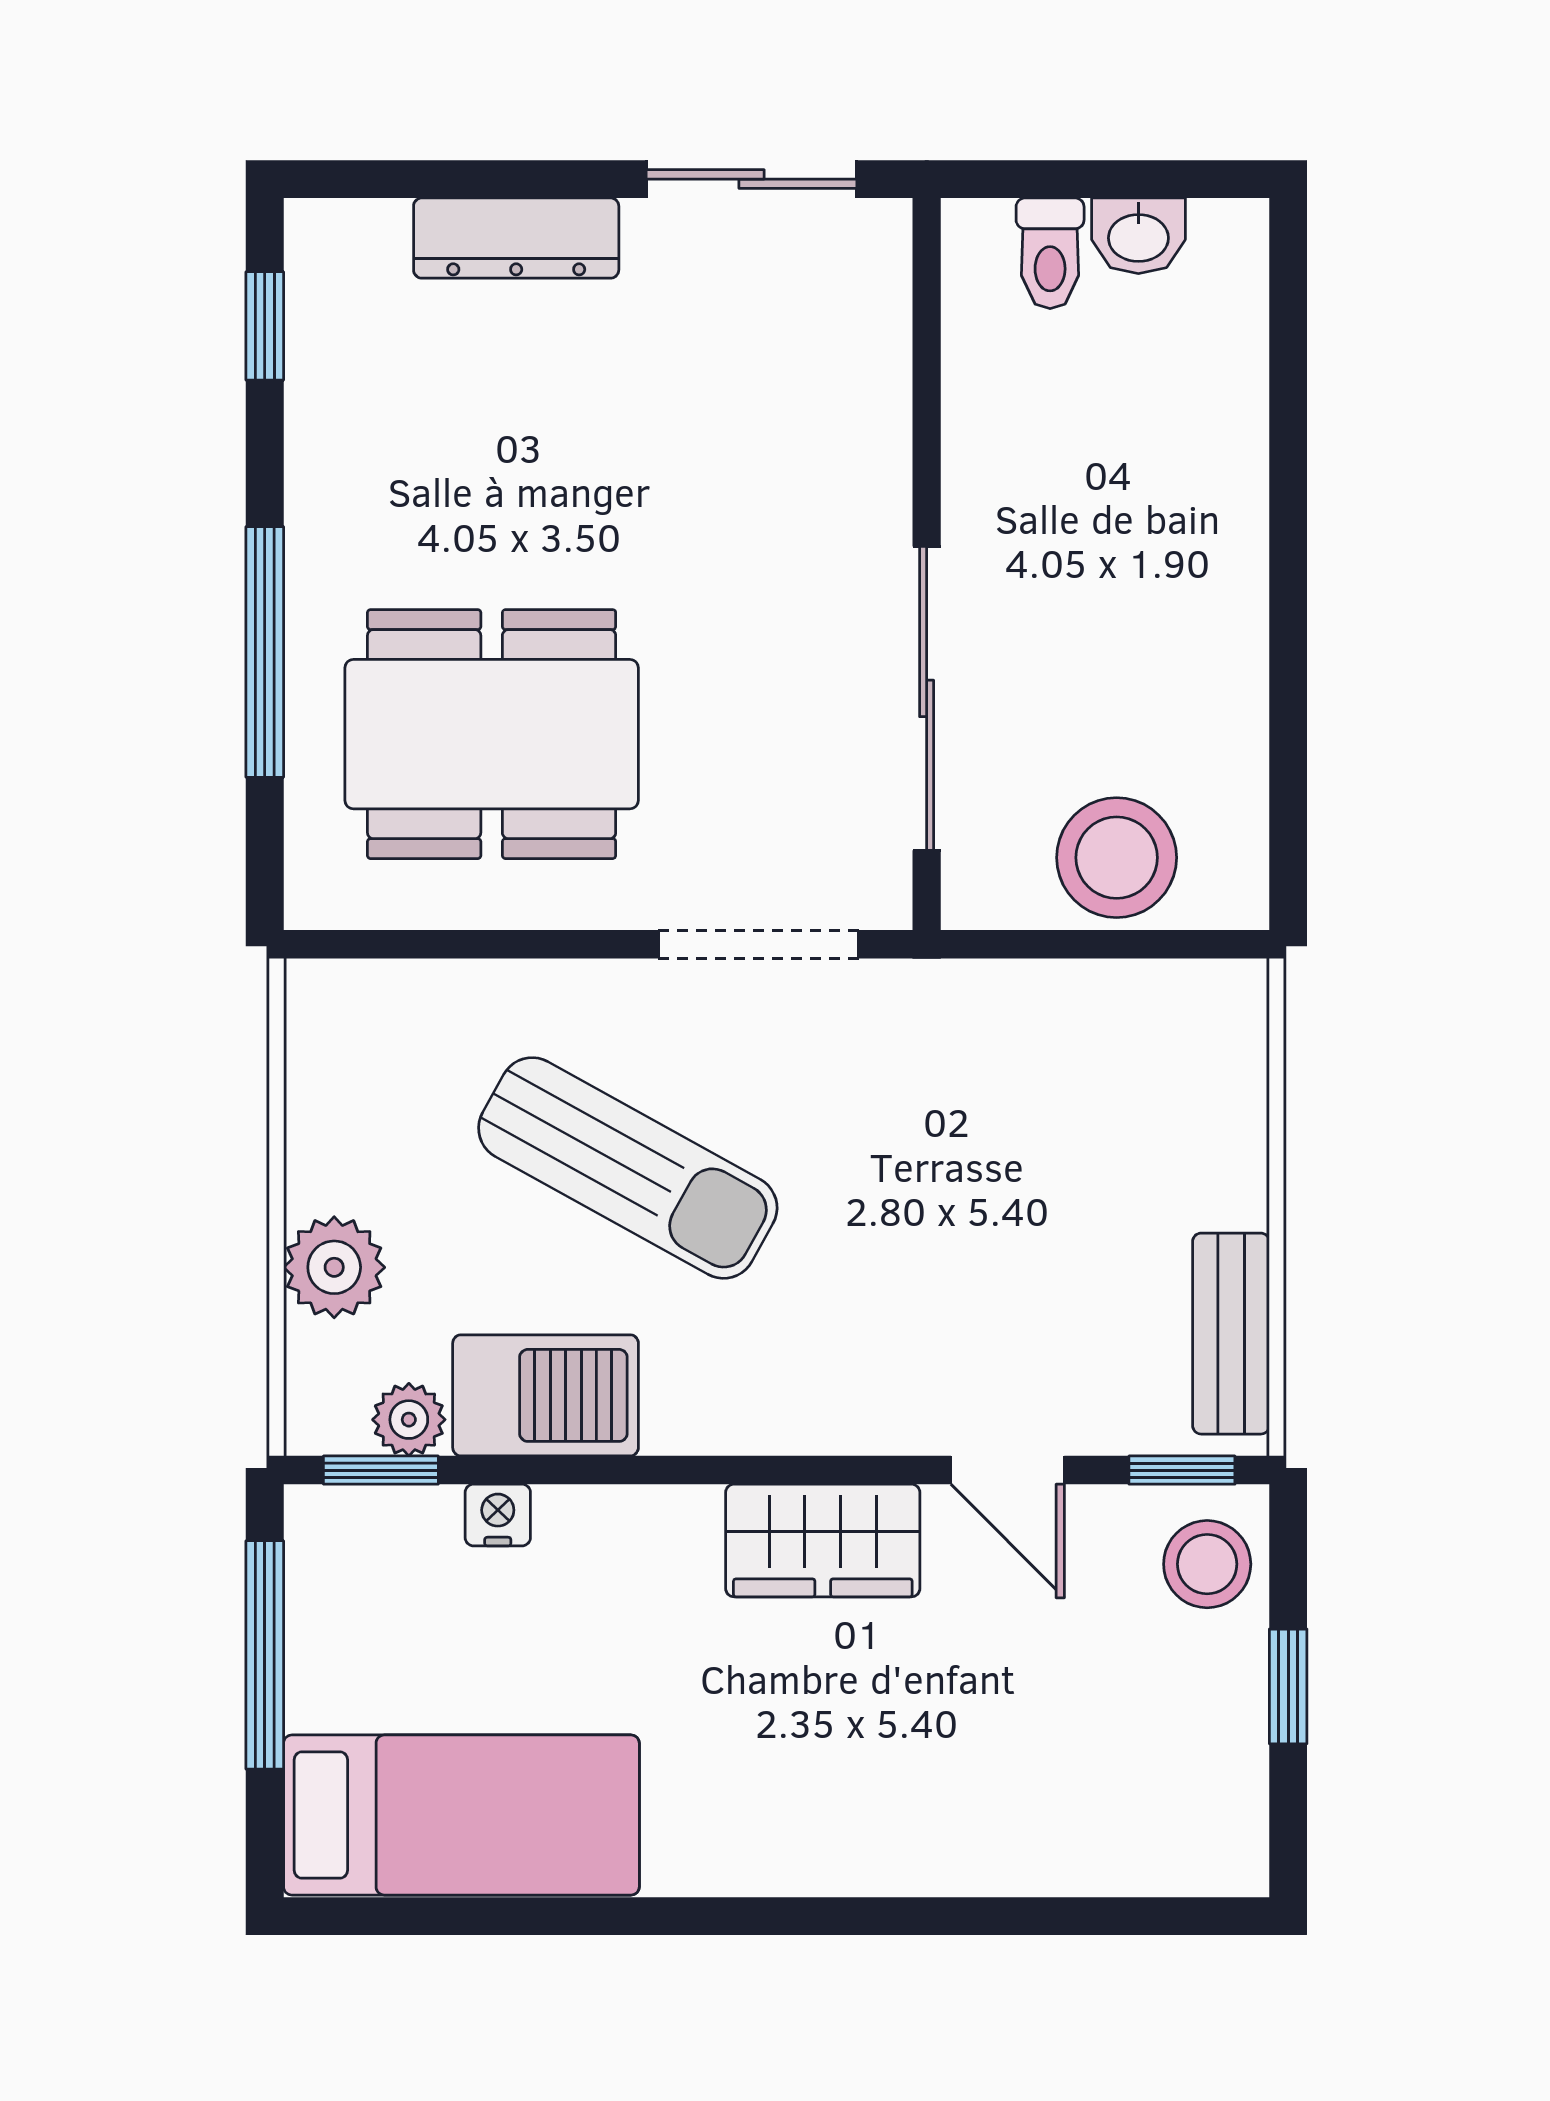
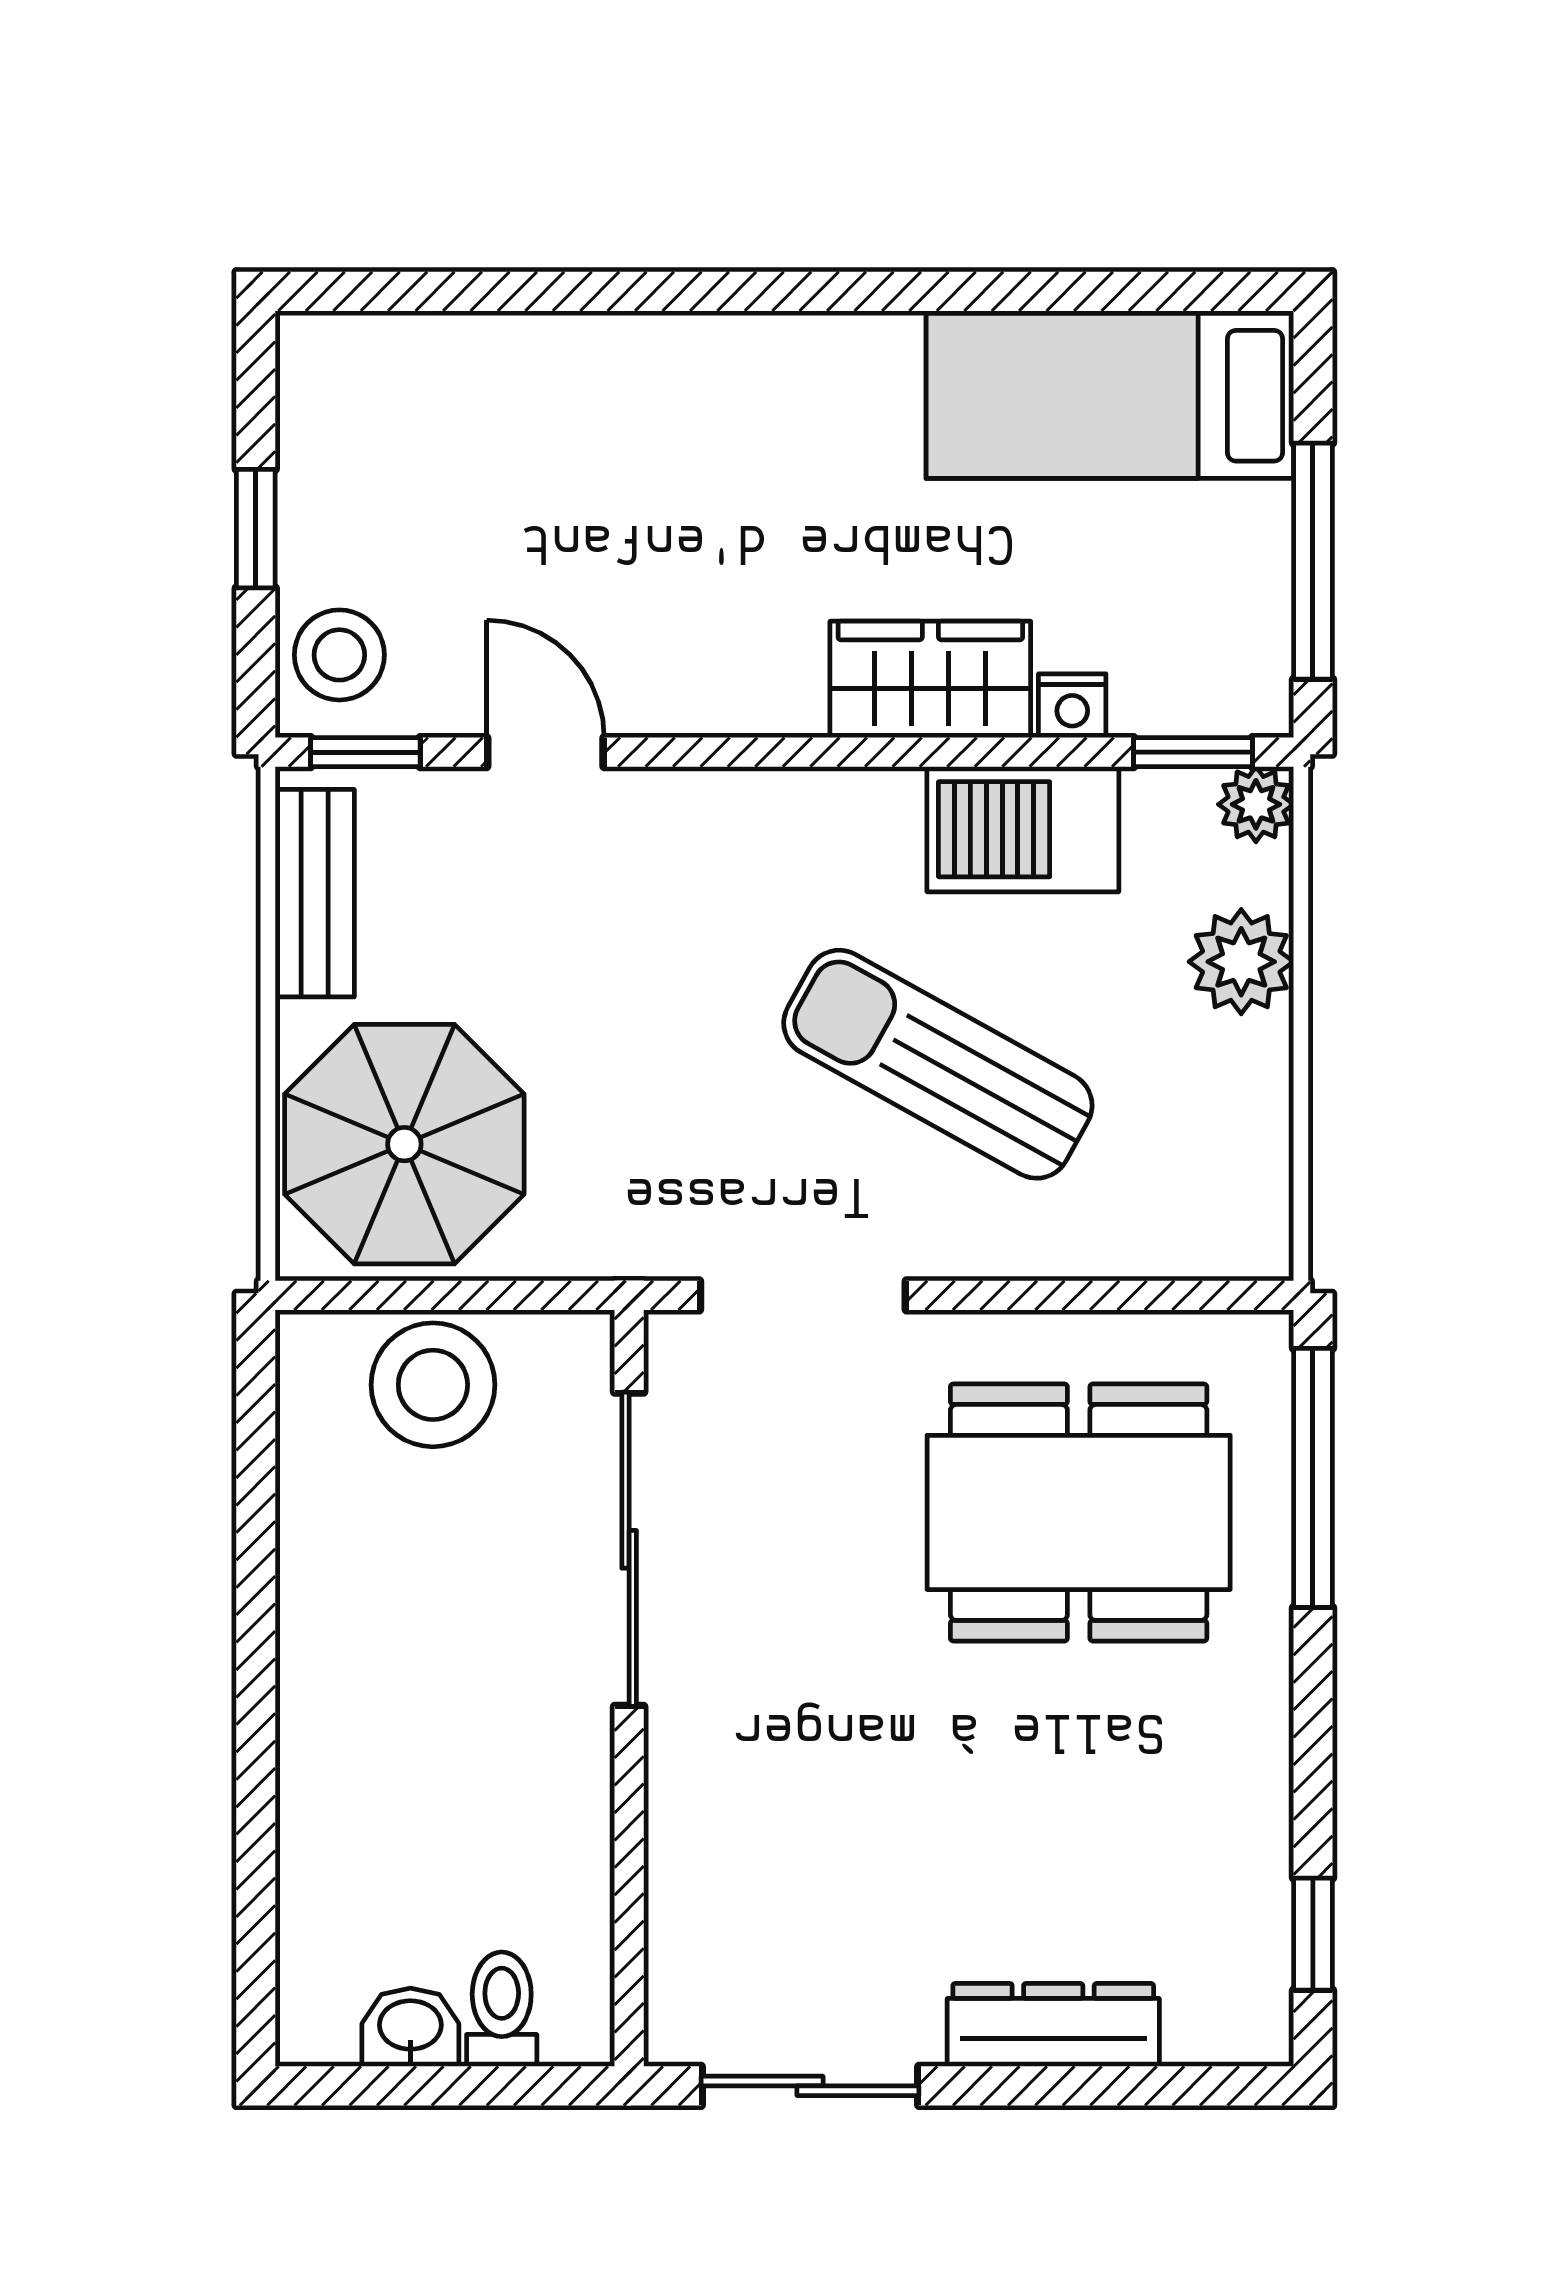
window: (265, 652) -> (1313, 1478), moved
parasol: (1144, 1091) -> (404, 1144), added
plant: (409, 1420) -> (1256, 804), moved
wardrobe: (823, 1540) -> (930, 679), moved

